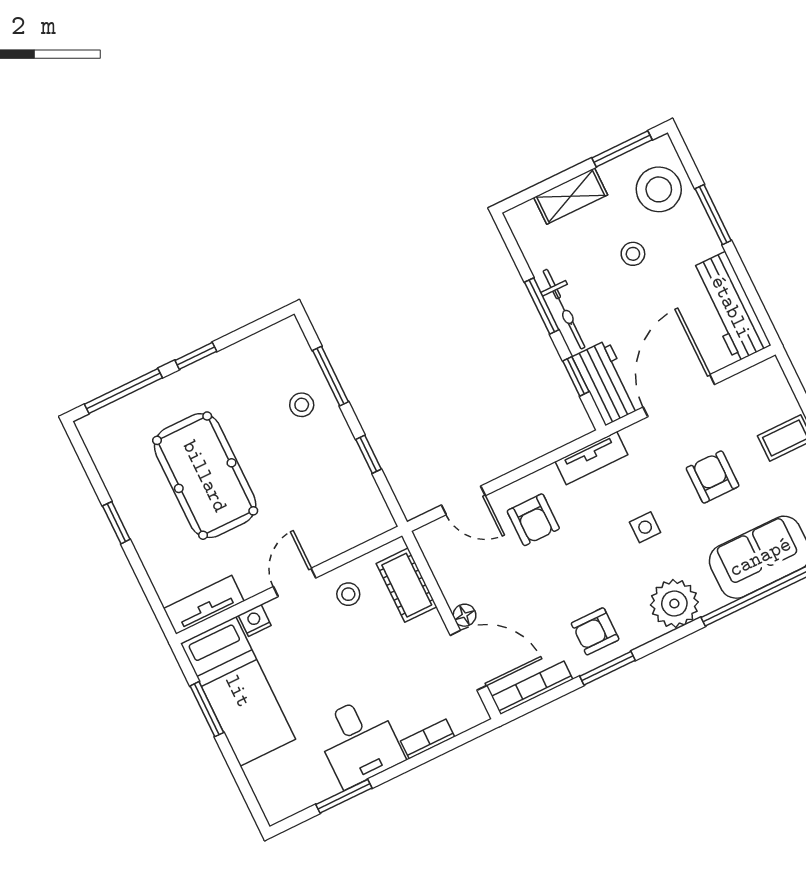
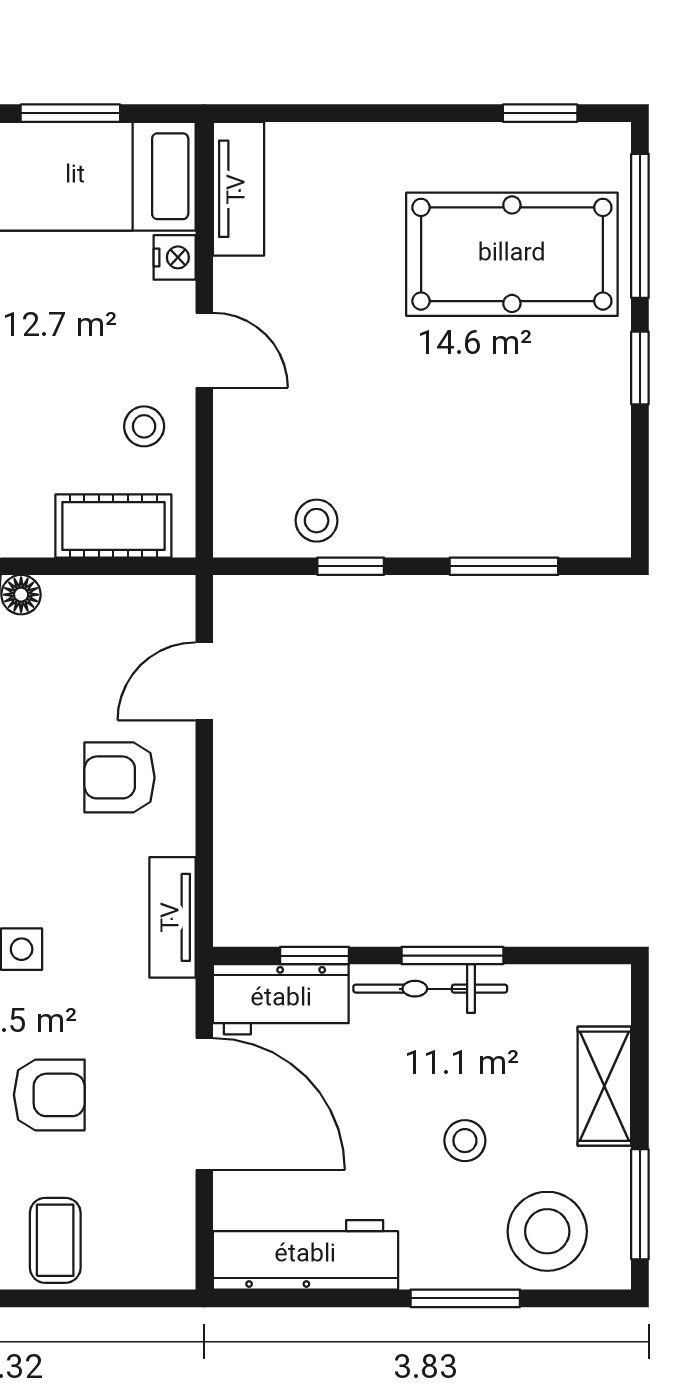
stool: (302, 405) -> (317, 521), moved
pool table: (205, 476) -> (512, 254), moved
window: (116, 523) -> (540, 113), moved

